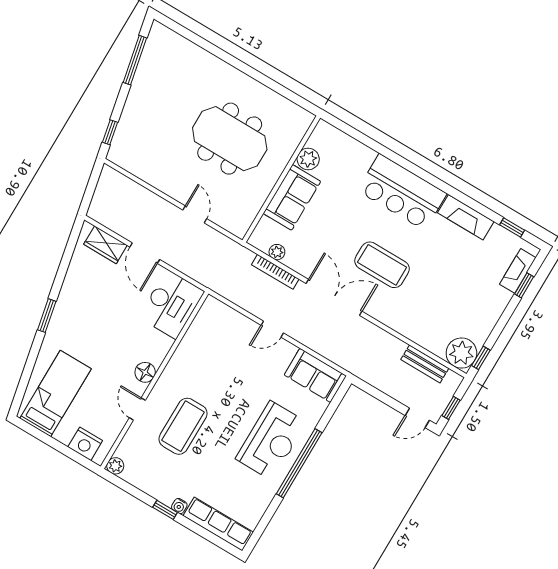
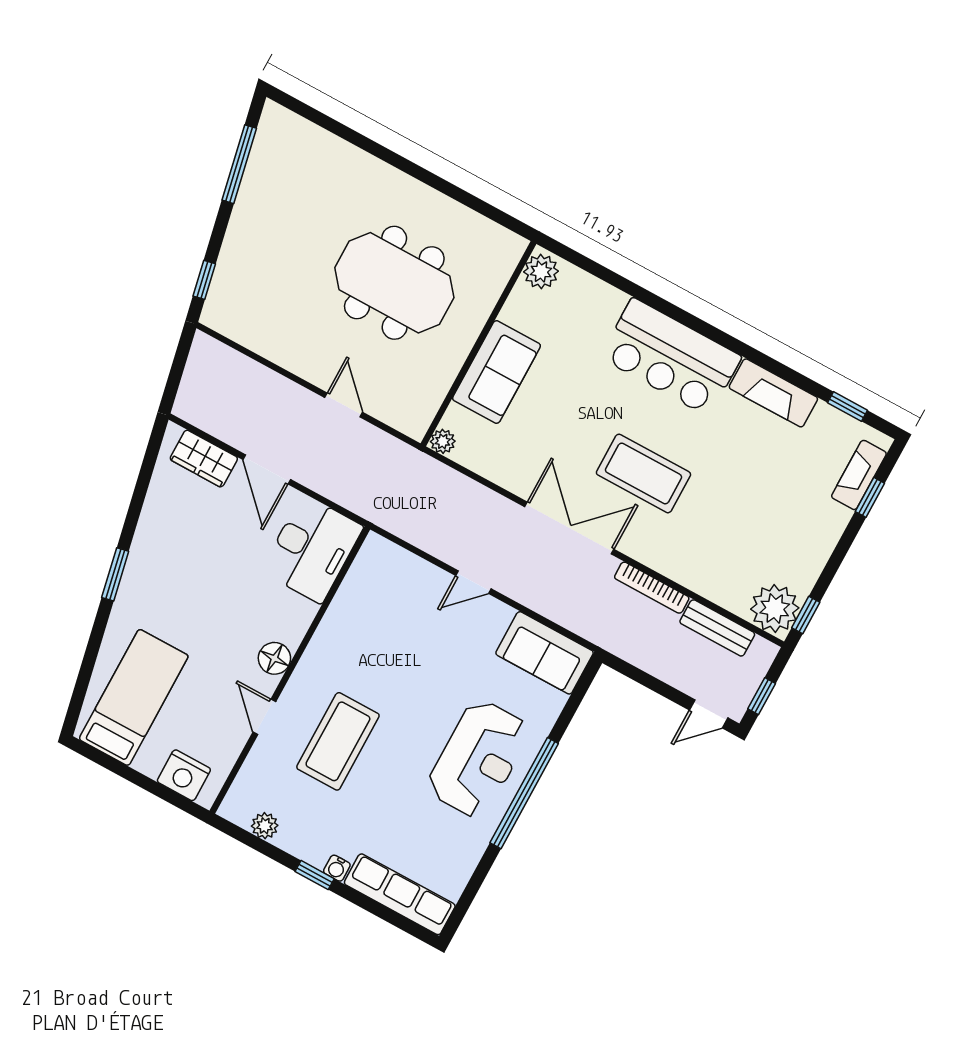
plant: (308, 159) -> (541, 272), moved
plant: (277, 252) -> (443, 441), moved
bookcase: (275, 272) -> (652, 588), moved
plant: (115, 466) -> (265, 826), moved

